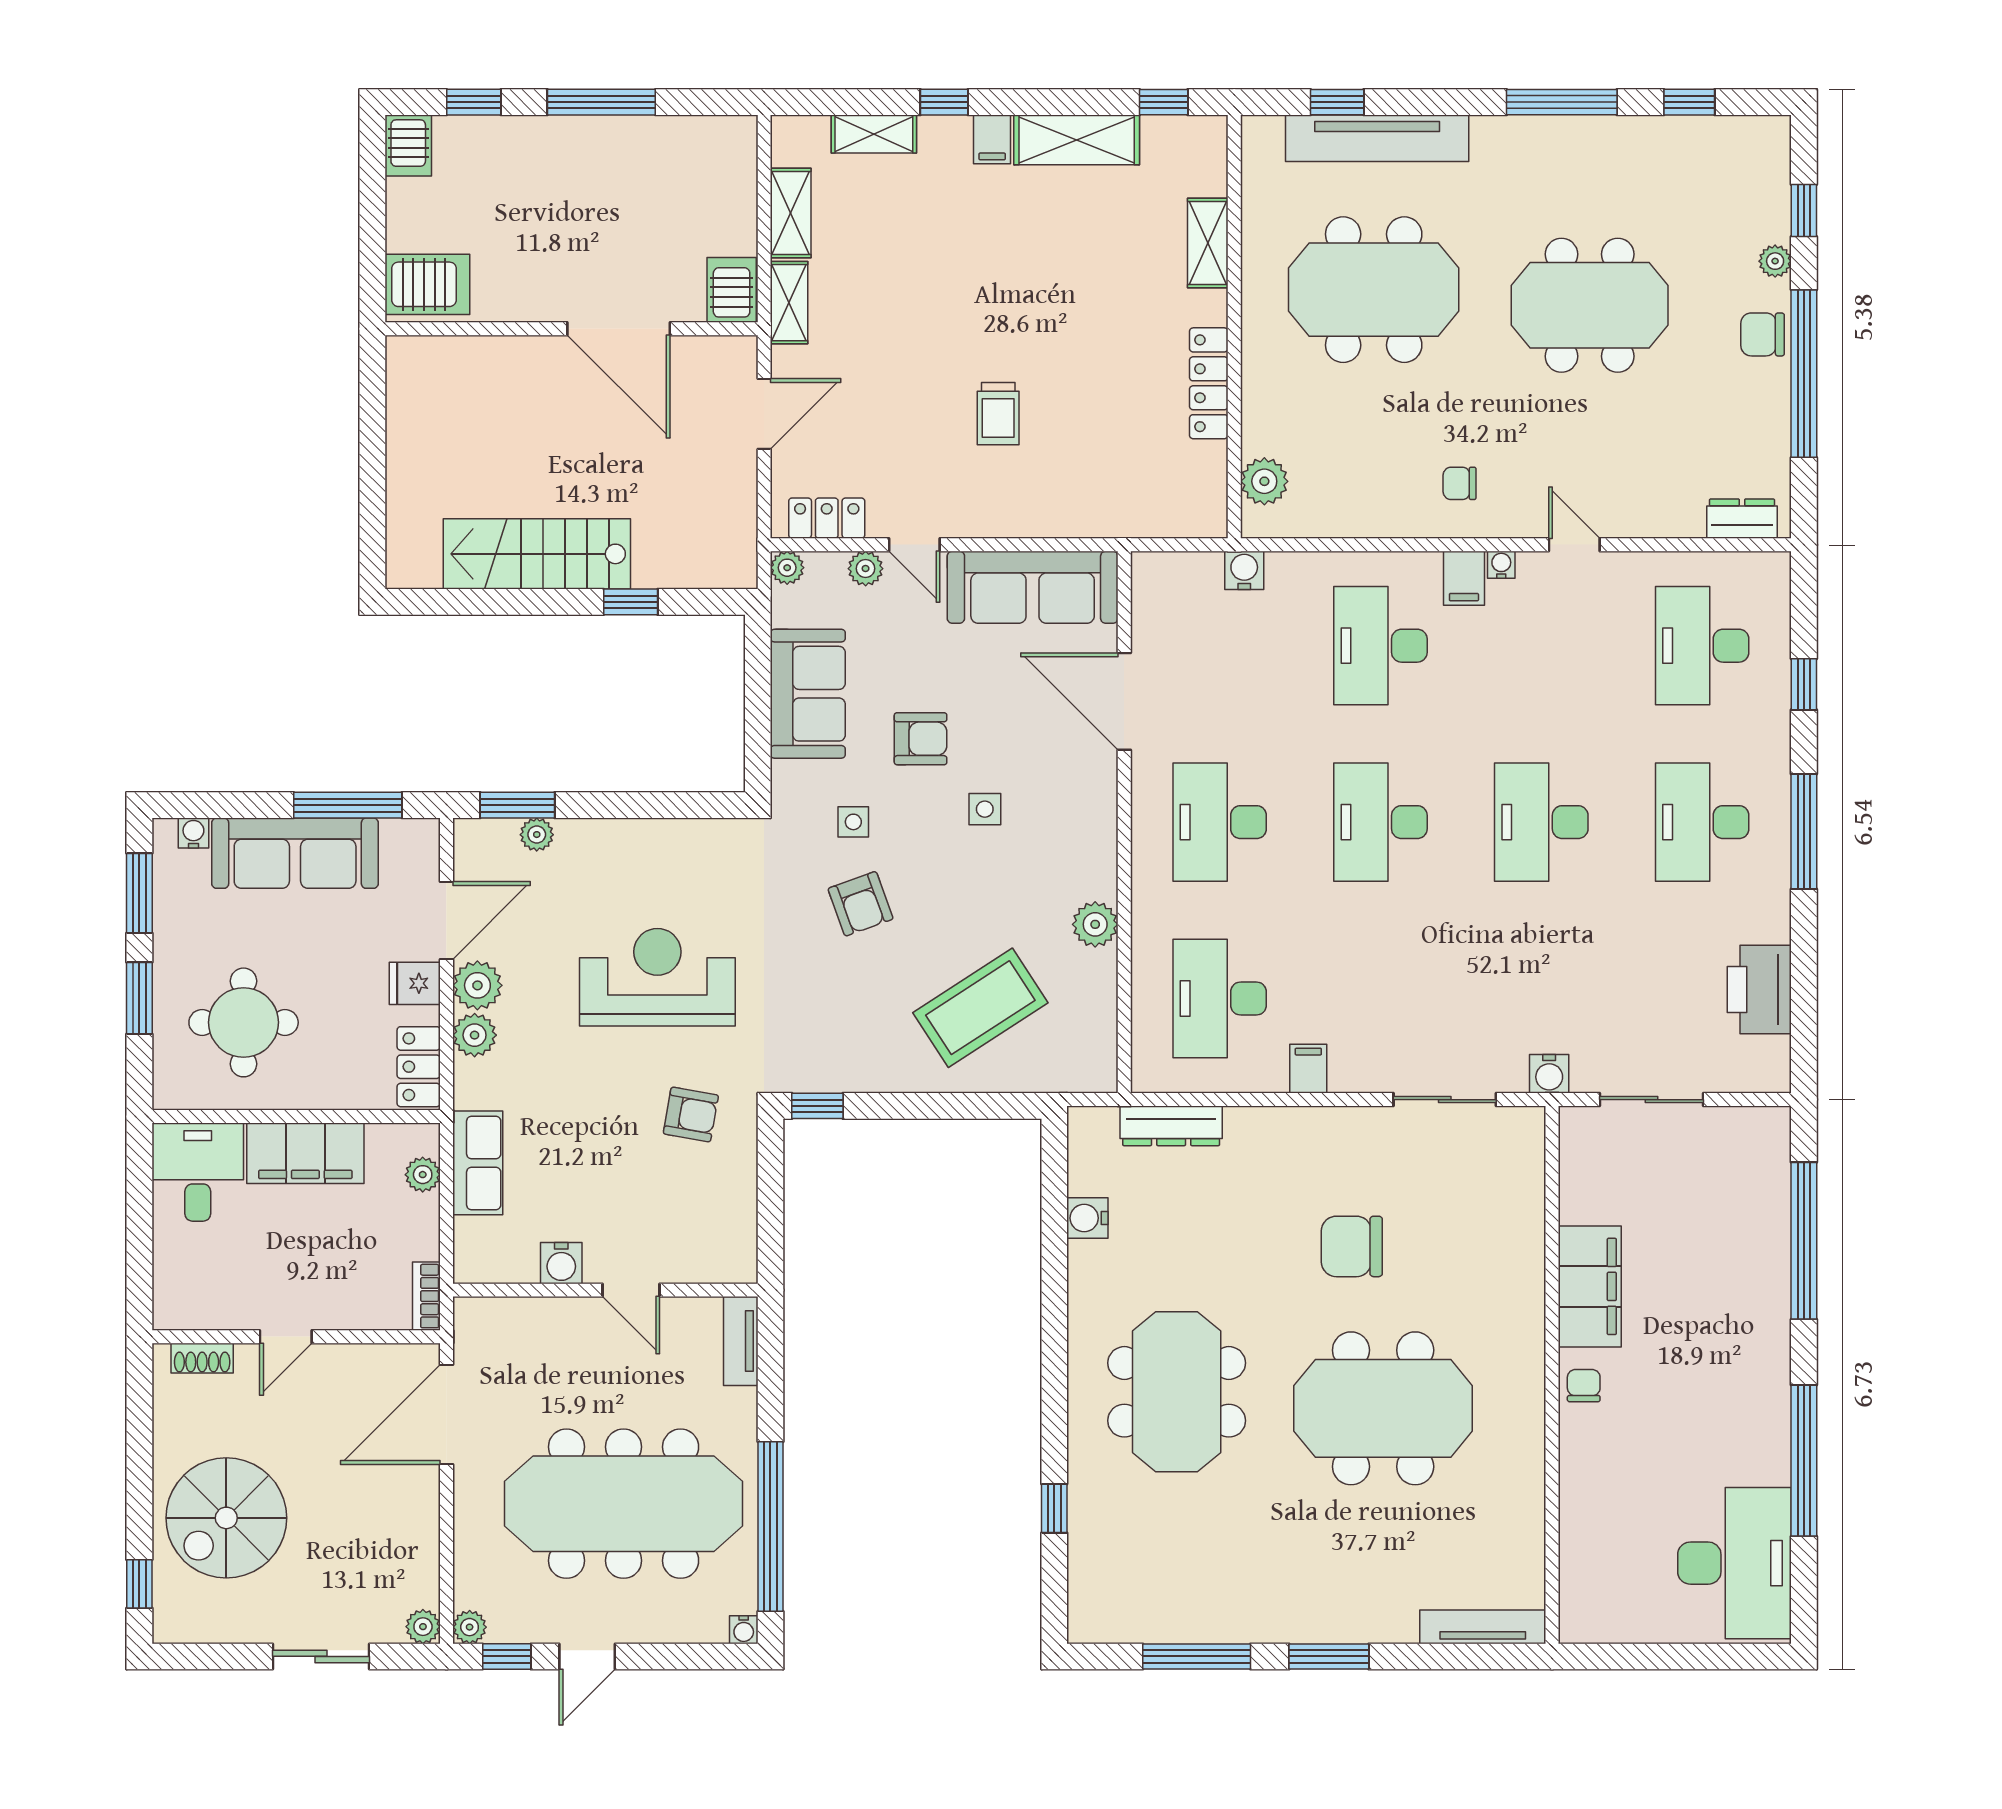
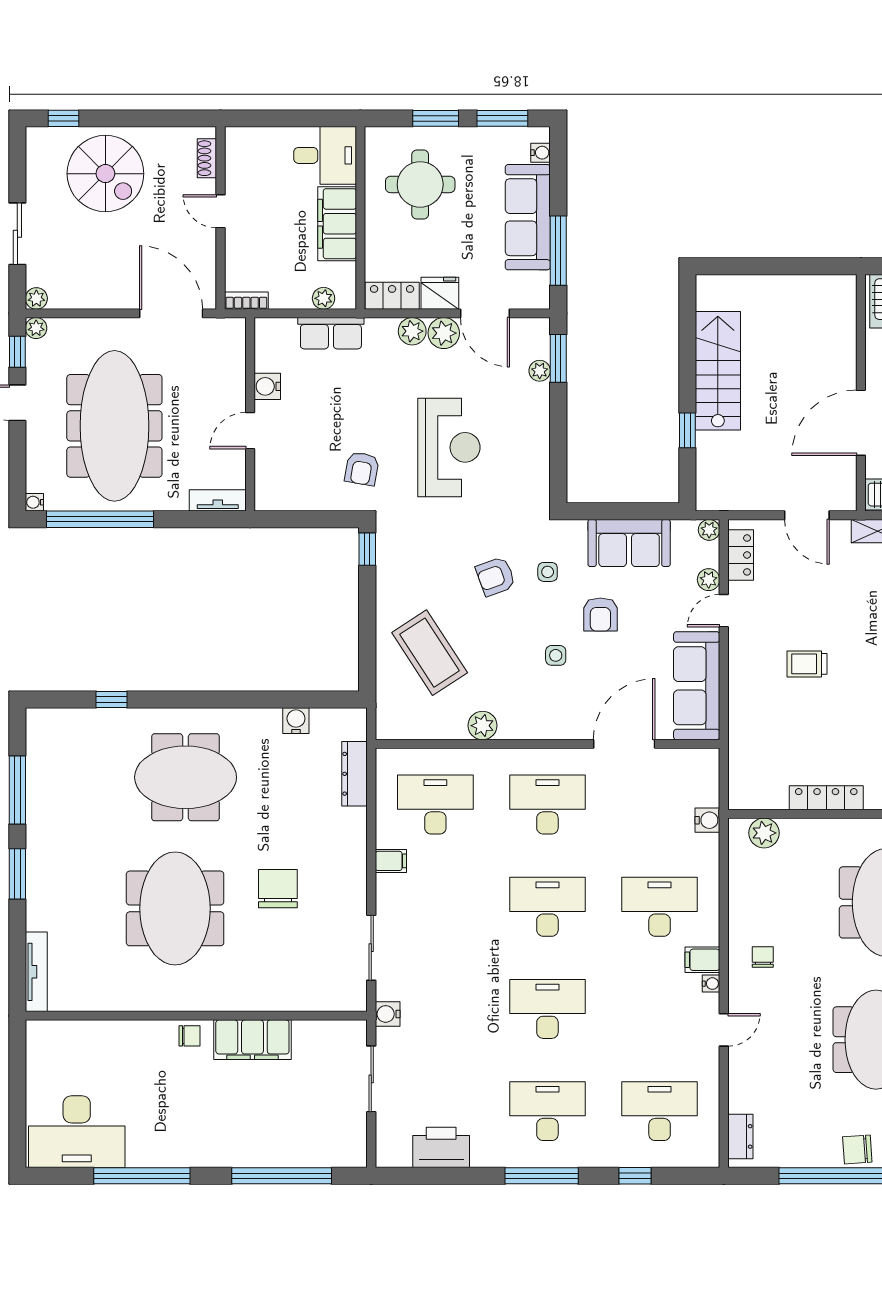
chair: (1763, 334) -> (857, 1149), turned -94
fridge: (415, 983) -> (440, 293), width x1.38
spiral stairs: (226, 1518) -> (105, 174), turned 180

